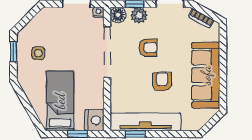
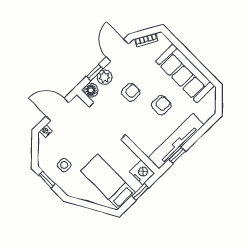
nightstand: (98, 12) -> (46, 131), moved
armchair: (162, 82) -> (161, 105), turned 90

